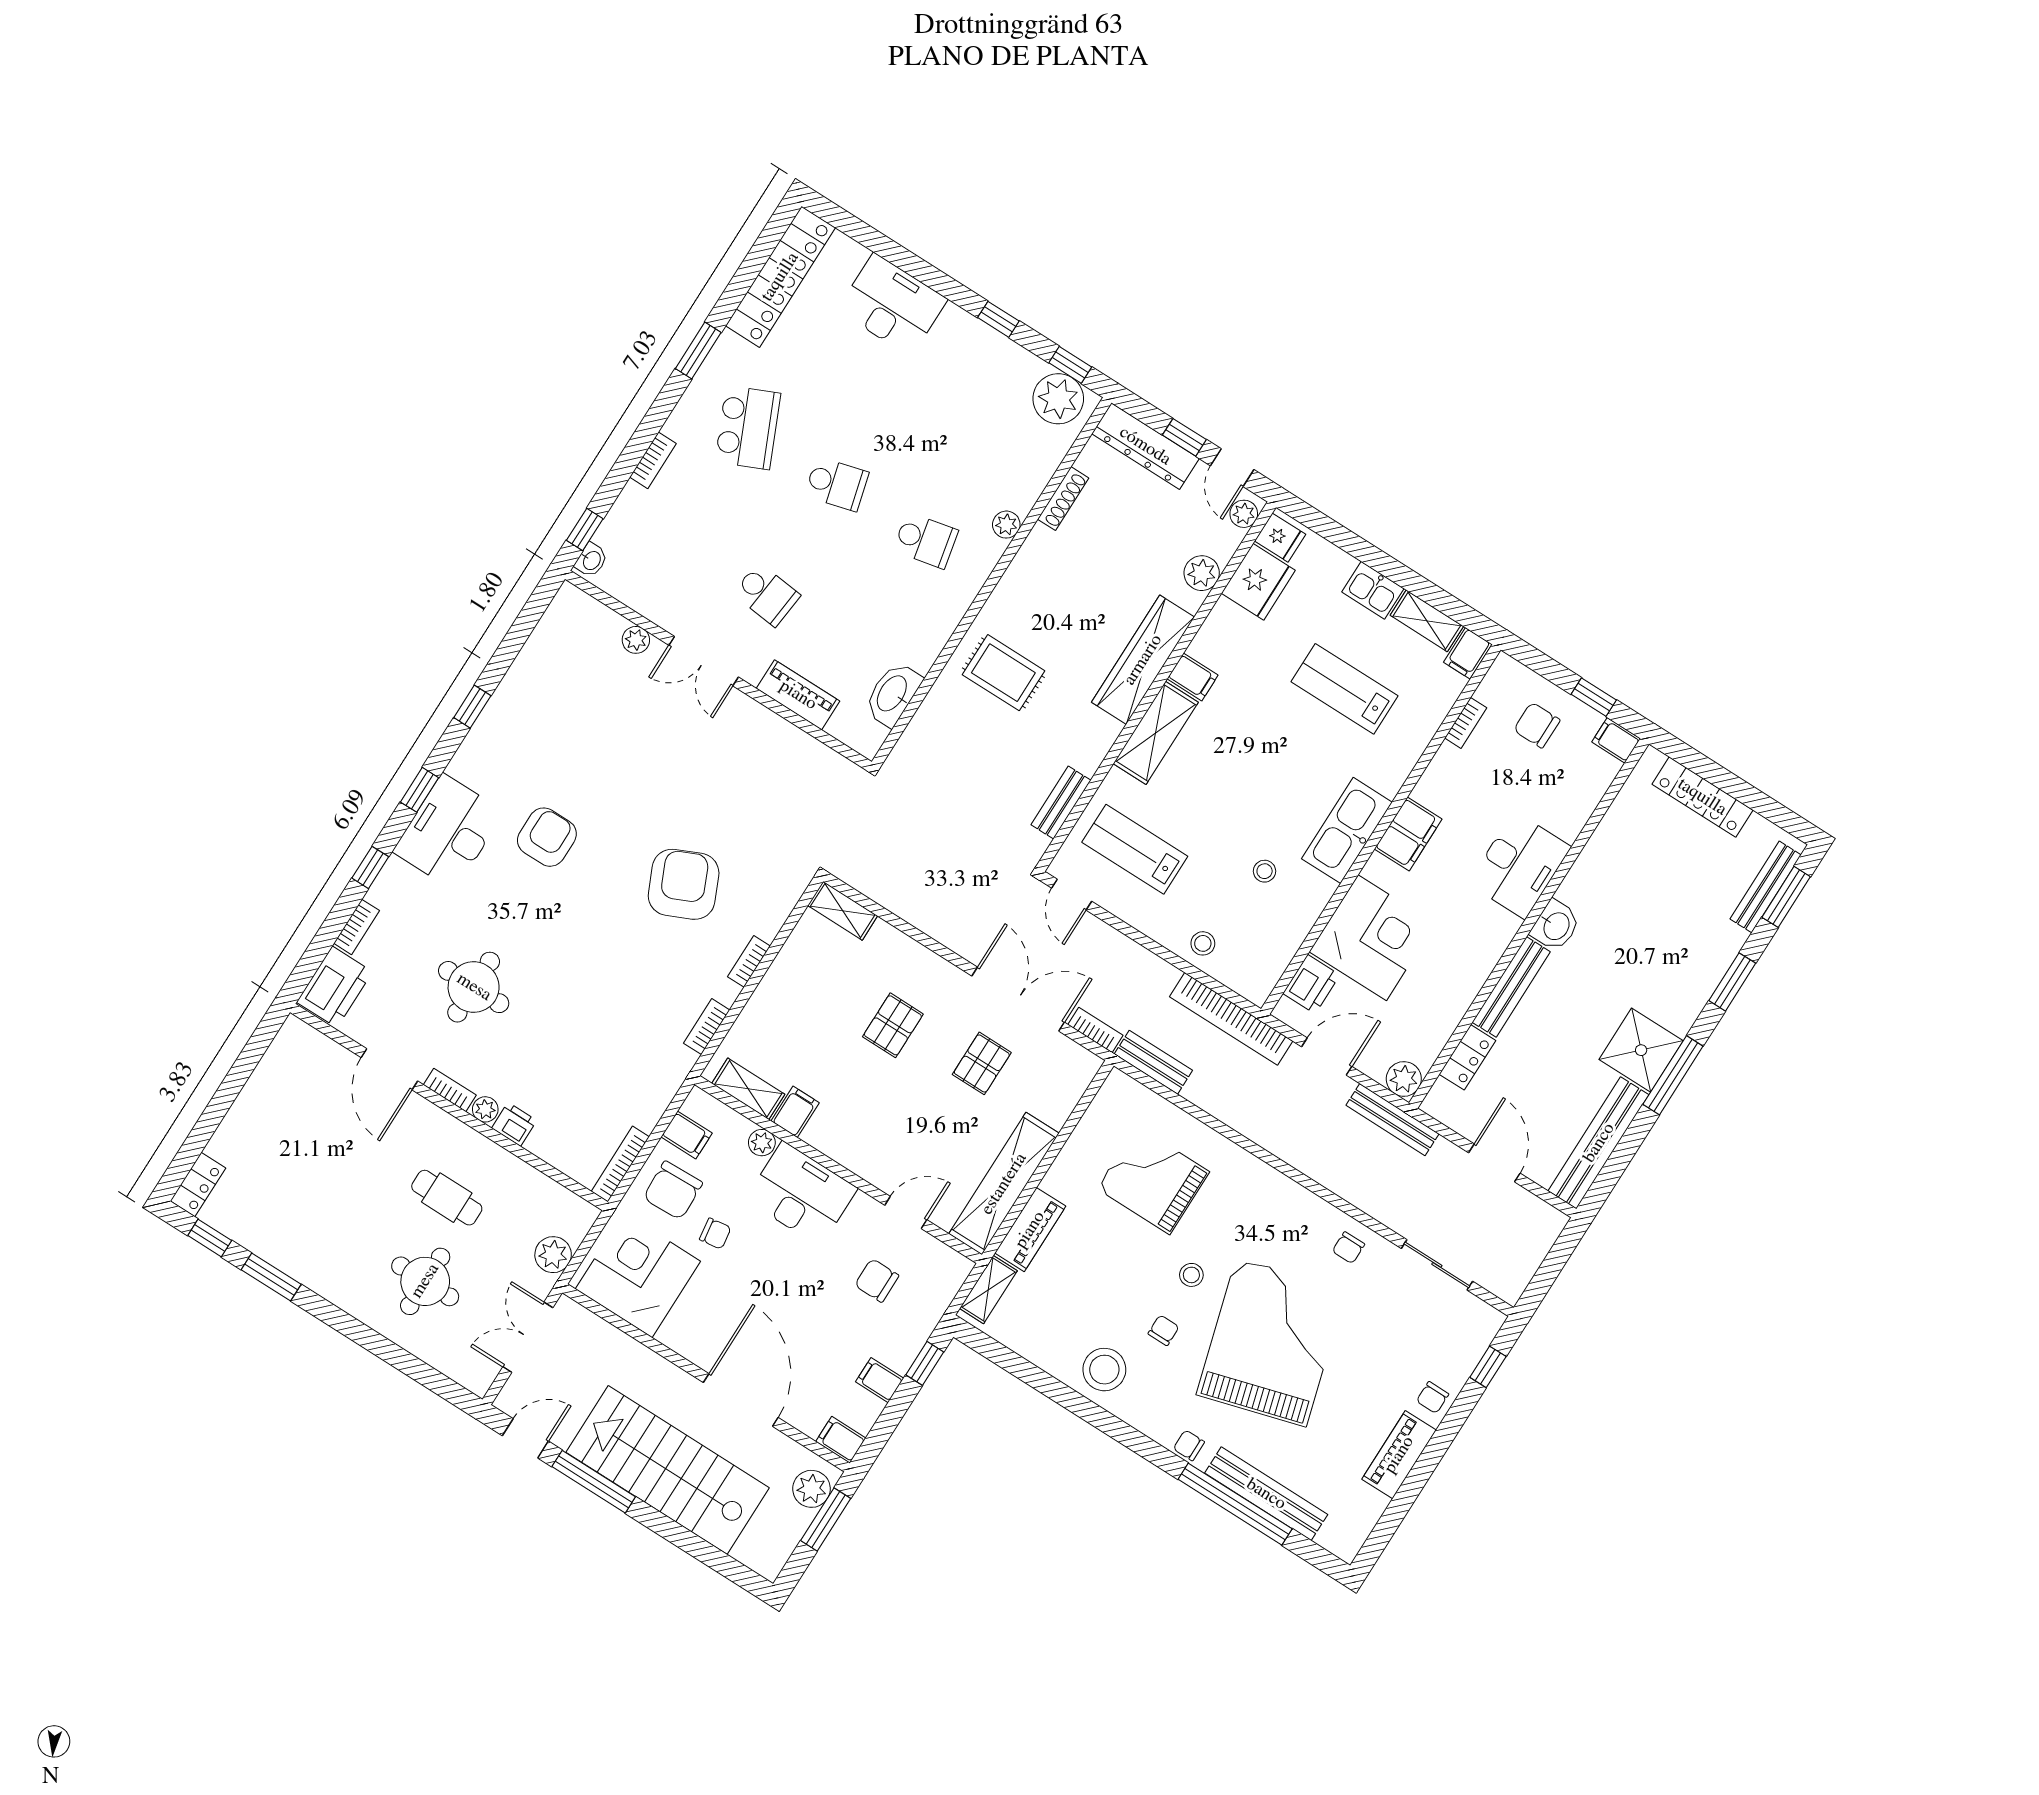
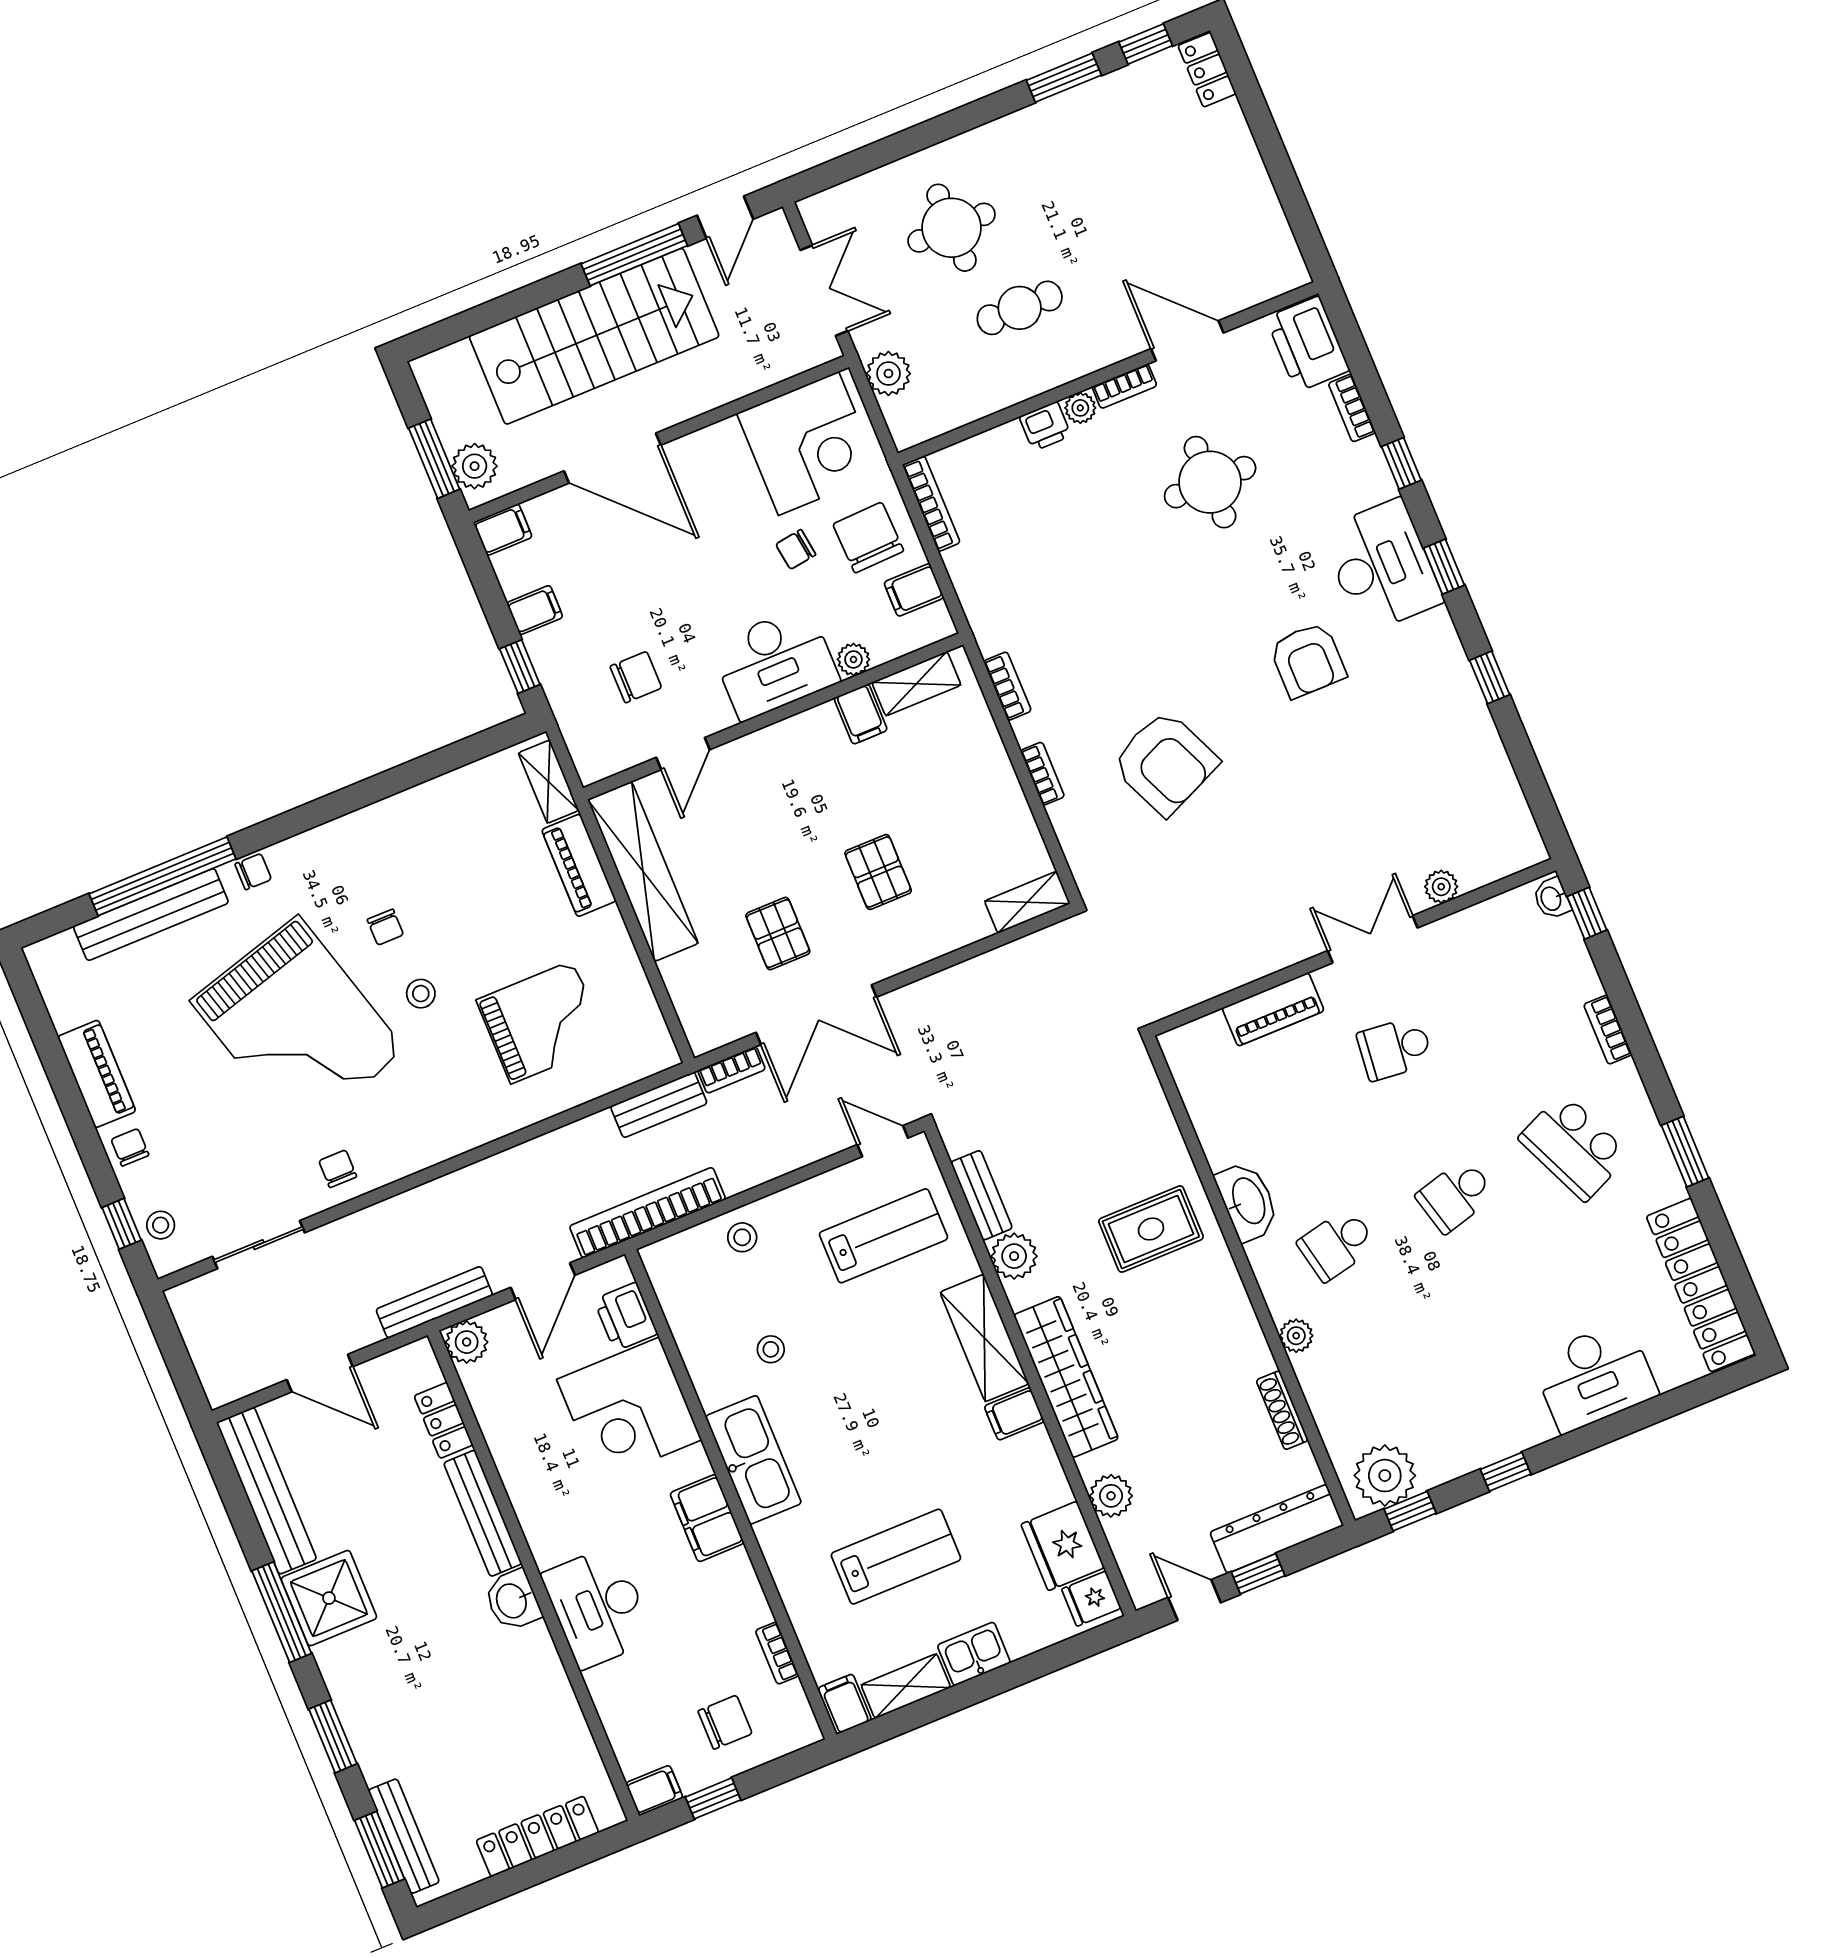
plant: (1244, 514) -> (1014, 1256), moved, width x1.38, depth x1.38
washbasin: (893, 694) -> (1247, 1201), moved
stool: (1104, 1370) -> (161, 1225), moved, width x0.53, depth x0.53

